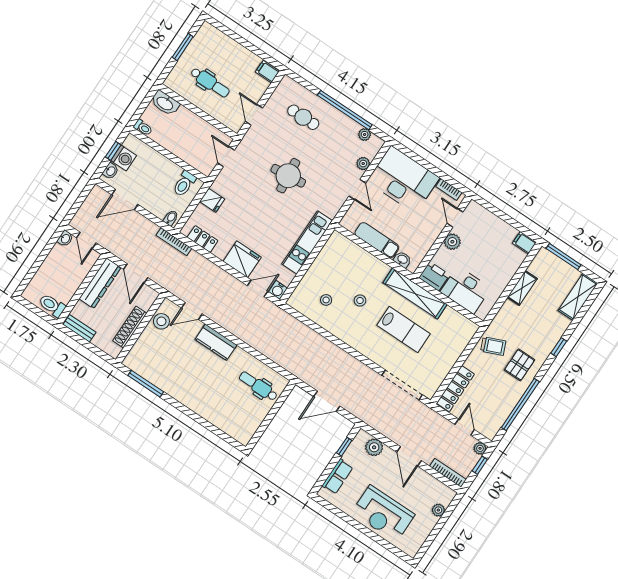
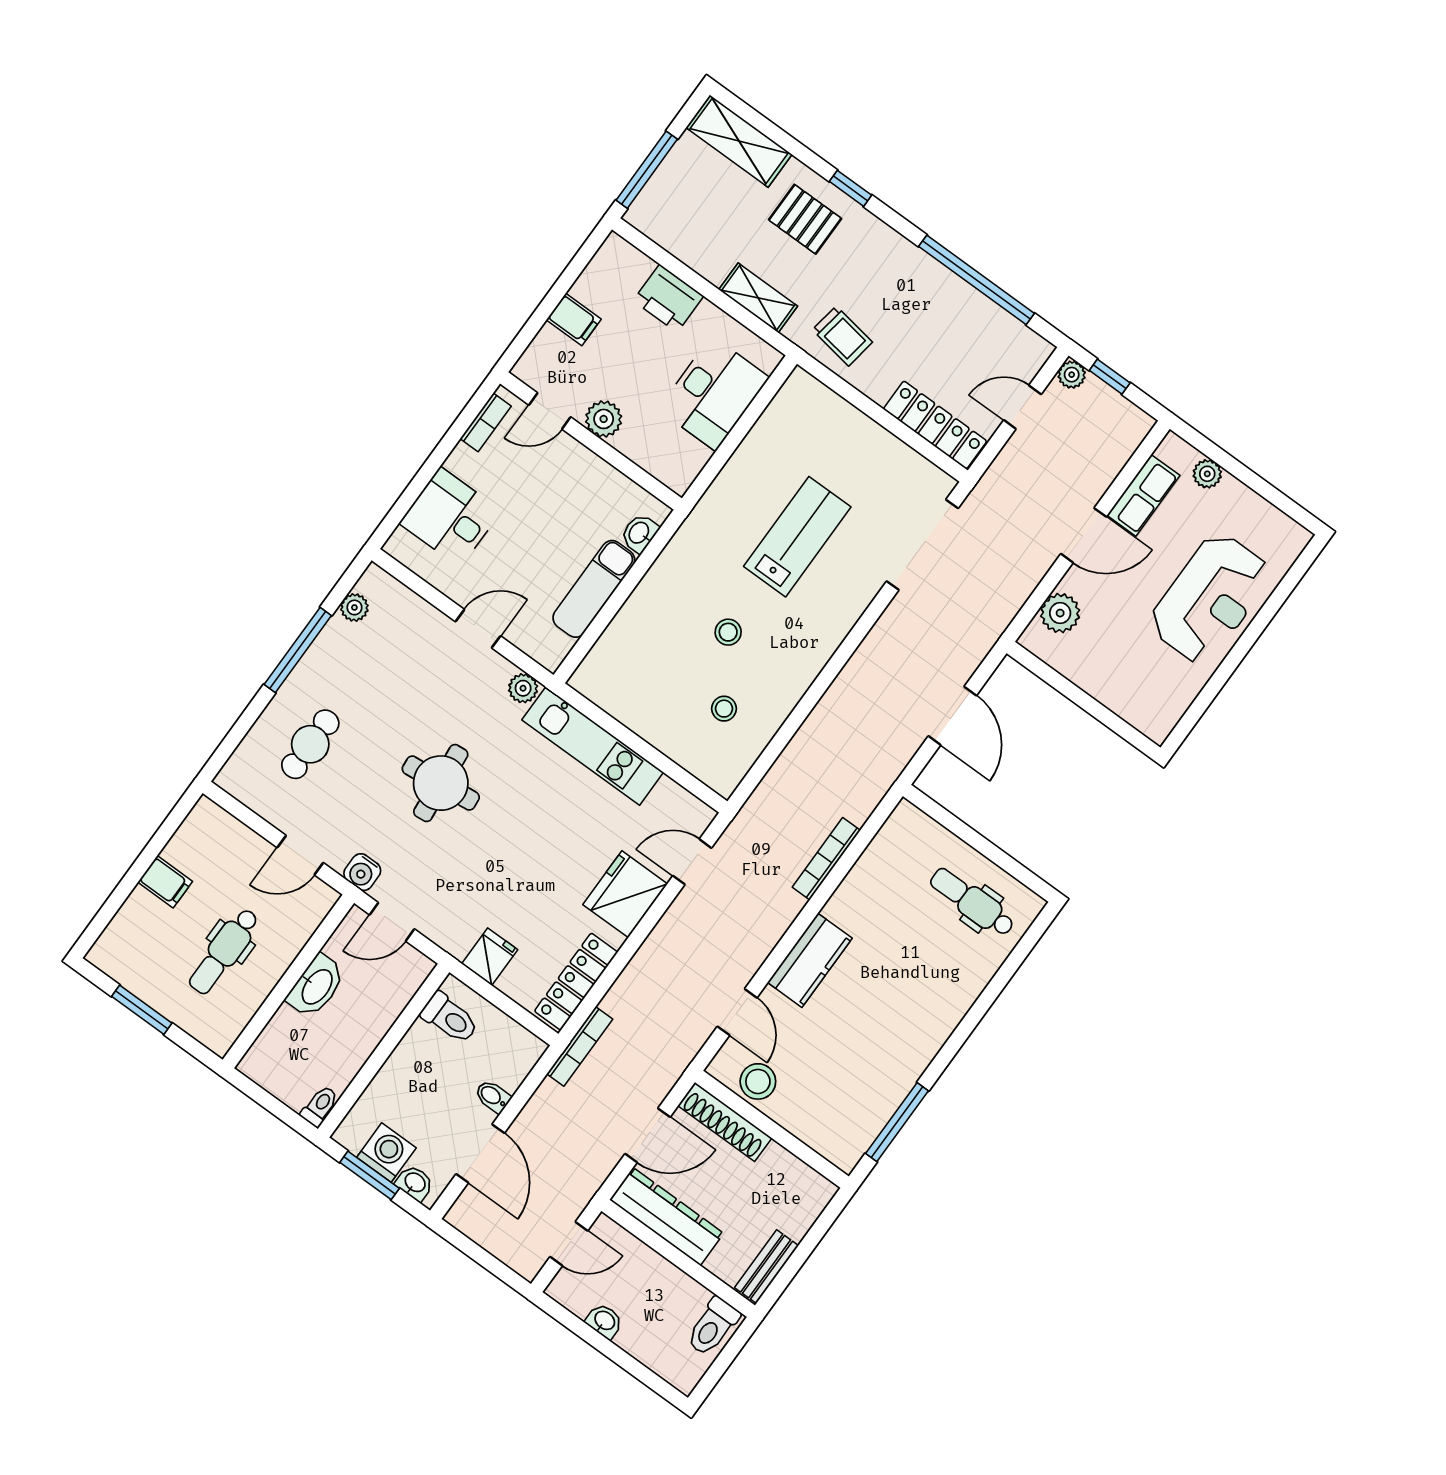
filing cabinet: (267, 72) -> (165, 882), moved, turned -90
dental chair: (210, 82) -> (224, 951), turned 180
washbasin: (165, 103) -> (316, 986), moved
window: (345, 110) -> (298, 650), width x0.68
window: (113, 151) -> (370, 1175), width x1.50
plant: (363, 164) -> (523, 688), moved
desk: (403, 180) -> (450, 517), width x0.53, depth x0.77
bidet: (171, 218) -> (493, 1096), moved
washbasin: (65, 239) -> (604, 1321), moved
locker: (203, 239) -> (576, 982), width x1.53
filing cabinet: (524, 243) -> (574, 319), moved, turned -90
printer: (434, 276) -> (668, 298), moved, turned -90
door: (258, 288) -> (692, 862), hinge flipped
shelving: (522, 288) -> (758, 298), moved
water cooler: (278, 290) -> (362, 872), moved, turned 90
shelving: (415, 294) -> (717, 508), removed
shoe rack: (130, 327) -> (725, 1122), moved
trolley: (493, 346) -> (842, 336), turned 122
pallet: (519, 365) -> (805, 219), moved
dental chair: (258, 386) -> (972, 902), moved, turned 90
window: (344, 447) -> (1056, 680), removed
bookcase: (448, 473) -> (826, 859), moved
row of seats: (338, 477) -> (1143, 495), moved, turned 90

